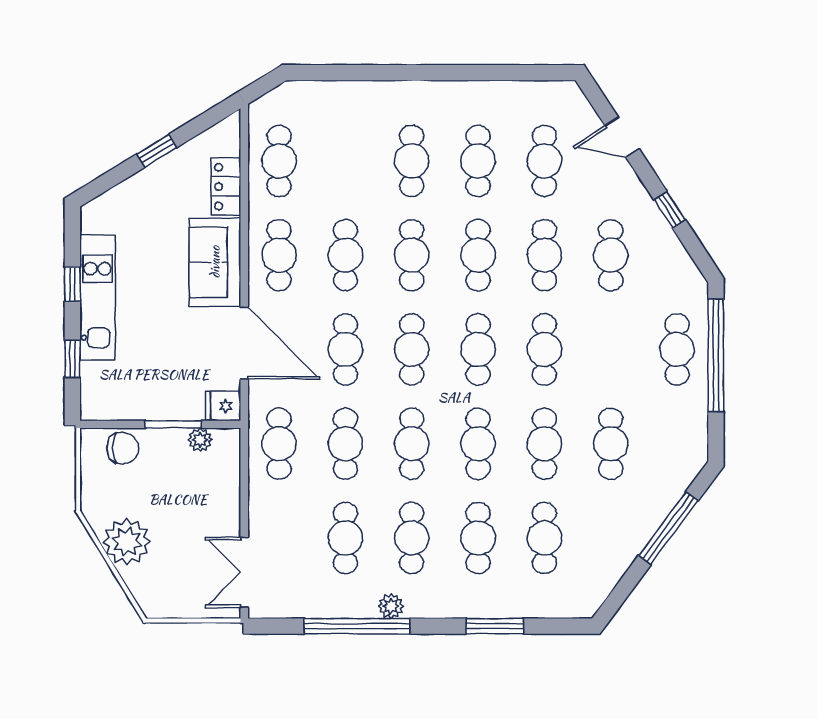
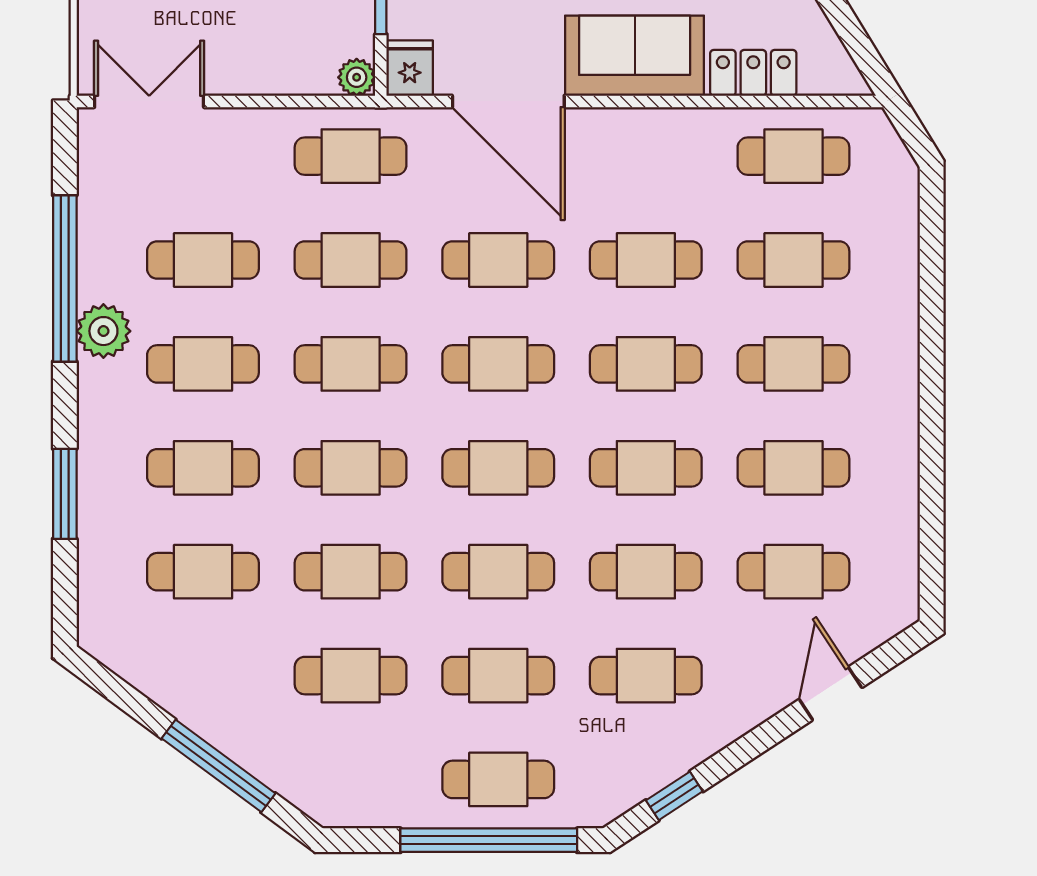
window: (670, 210) -> (674, 796), moved
cafe table: (279, 255) -> (793, 260), moved
door: (244, 343) -> (508, 101), hinge flipped
cafe table: (611, 349) -> (498, 676), added
plant: (200, 440) -> (357, 77), moved
plant: (391, 606) -> (103, 331), width x1.38, depth x1.38

